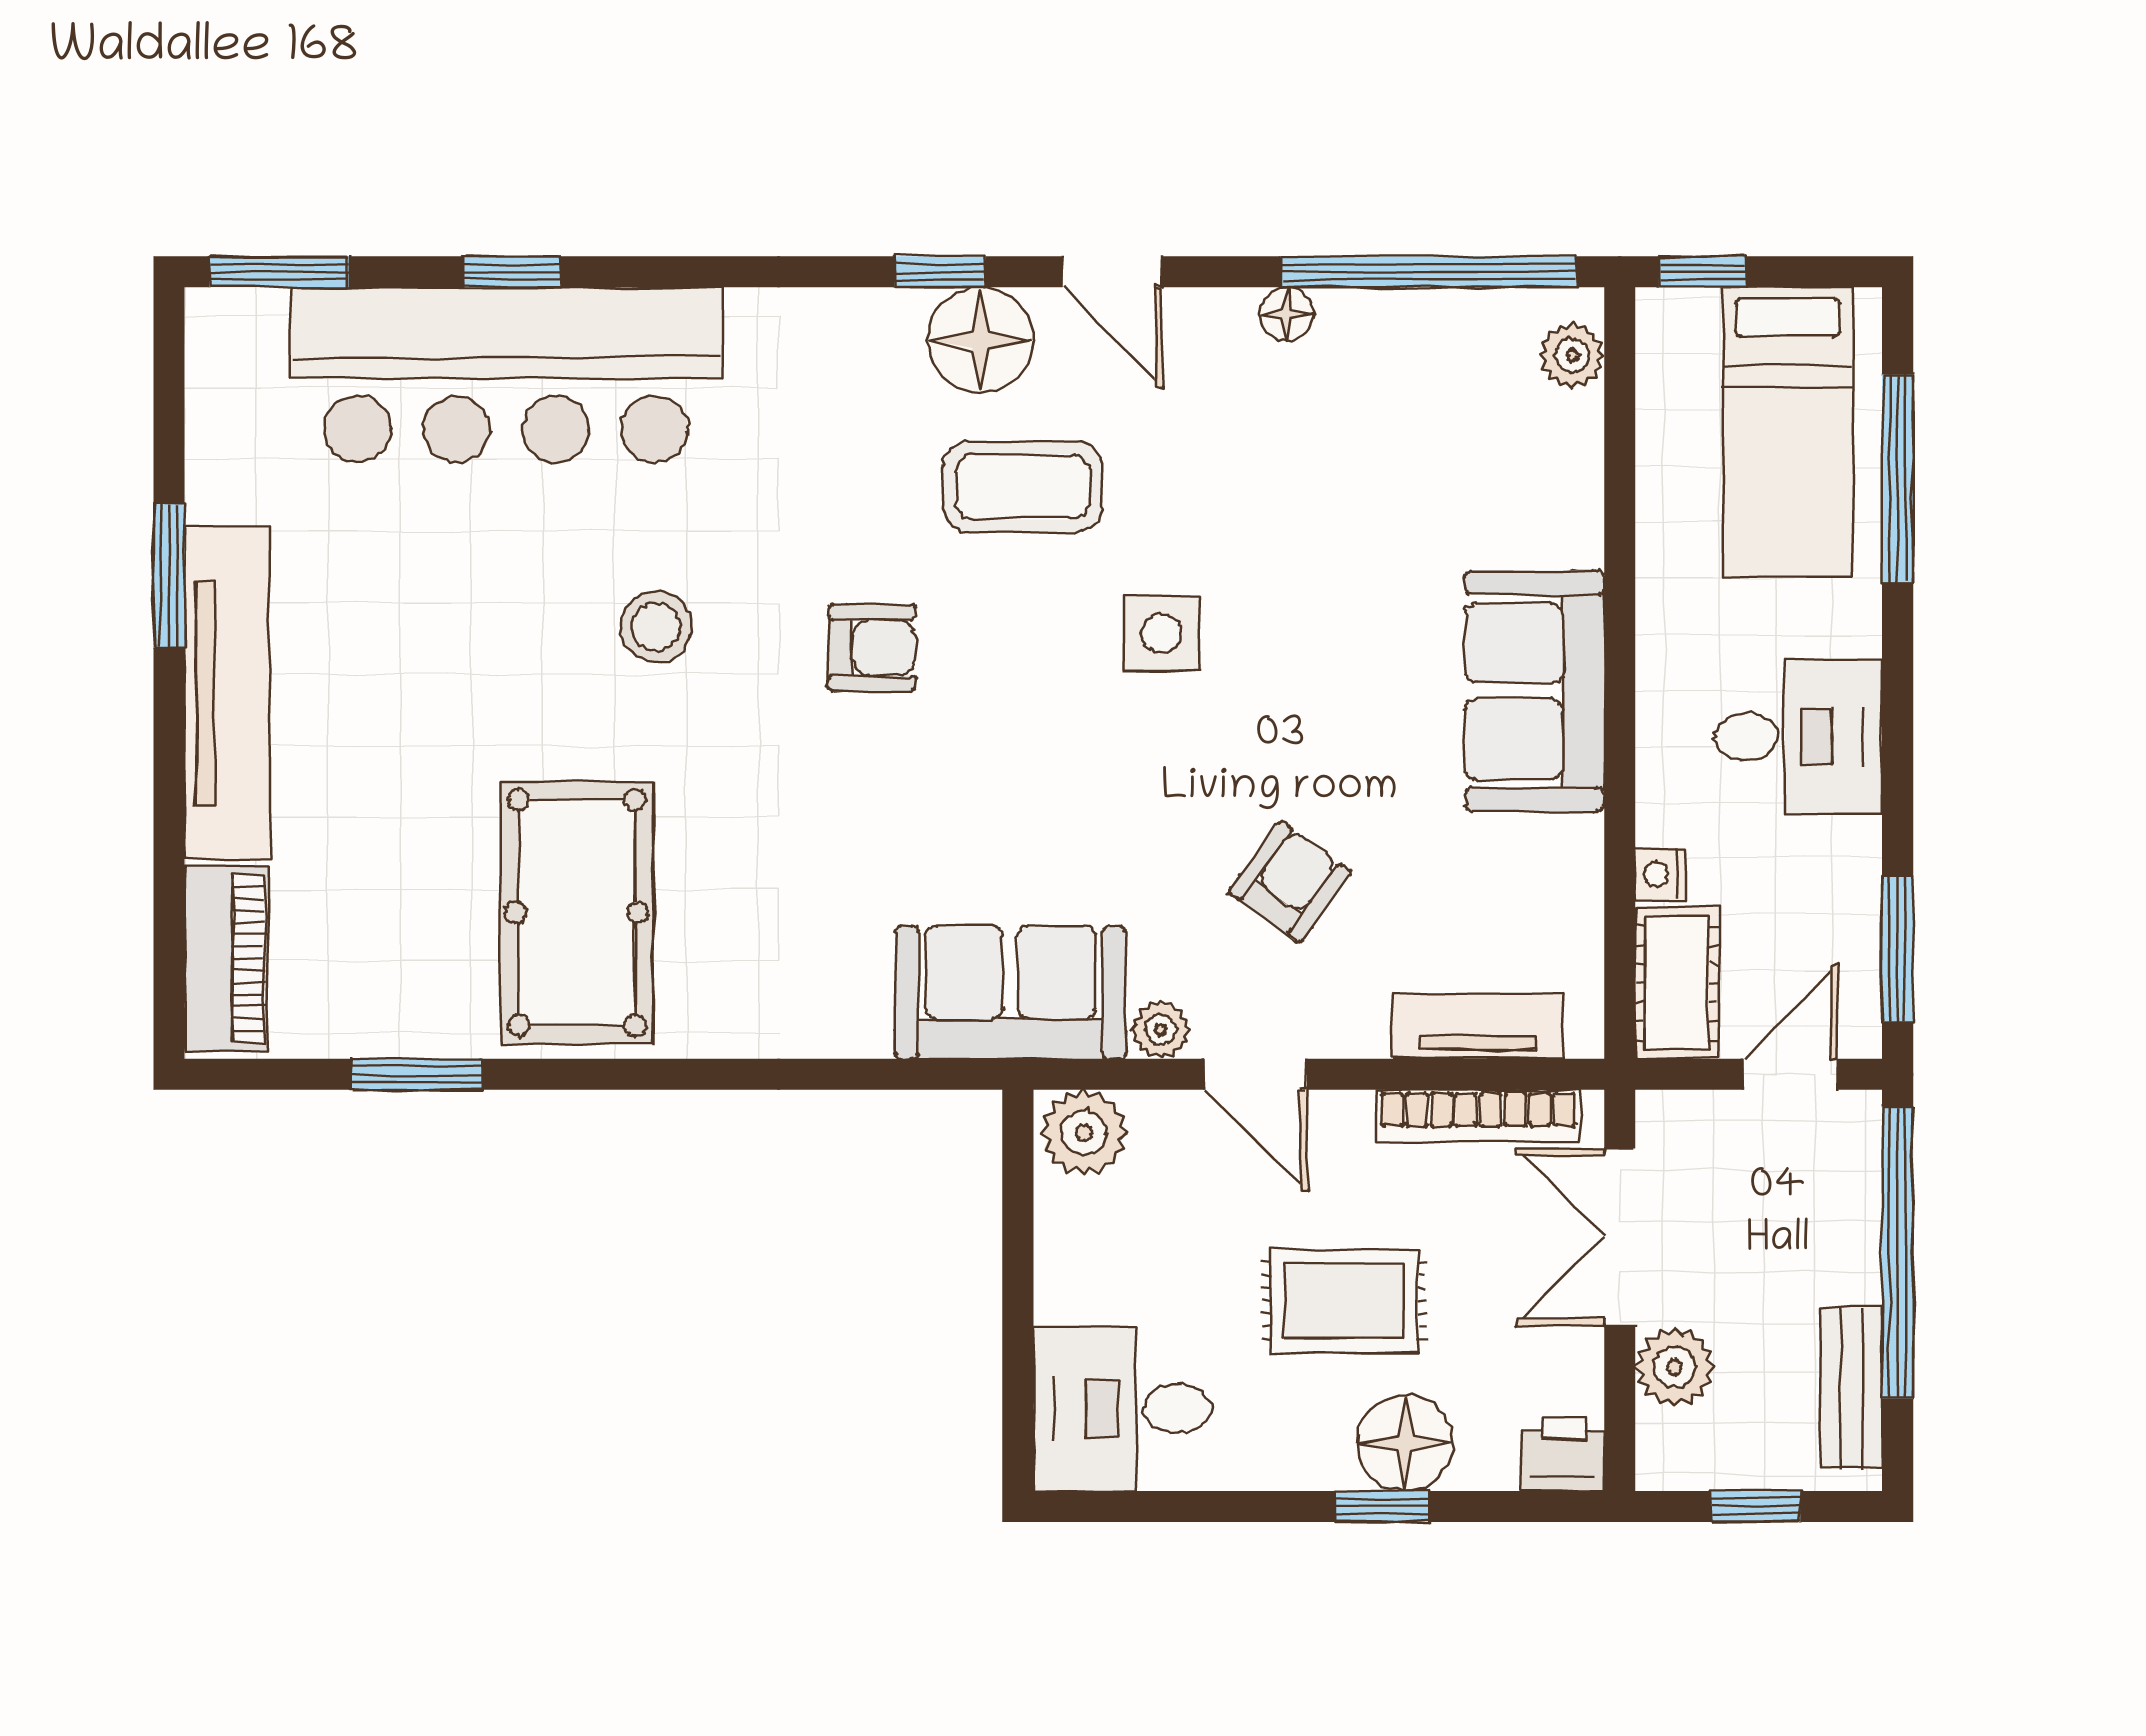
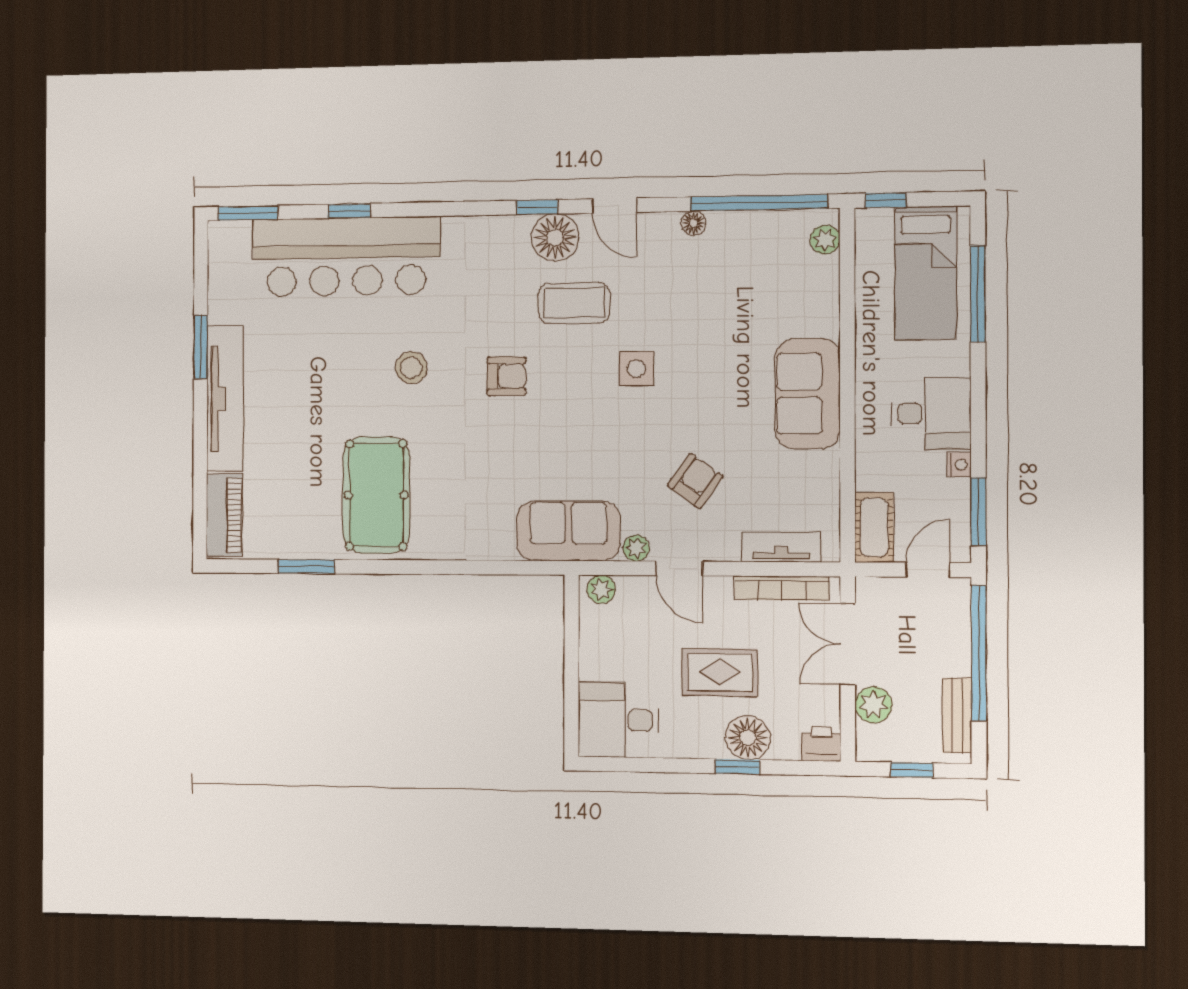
nightstand: (1660, 874) -> (959, 465), moved, turned 180
plant: (1084, 1133) -> (601, 589), width x0.73, depth x0.73

